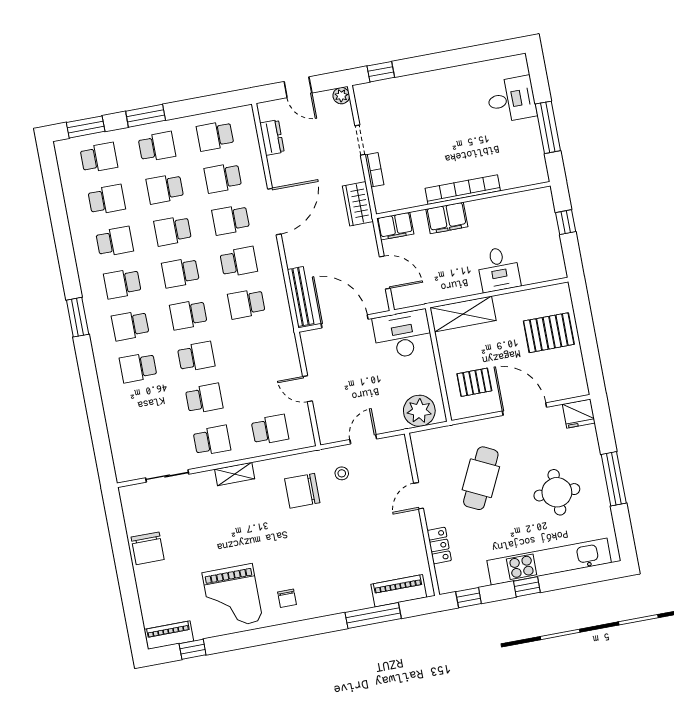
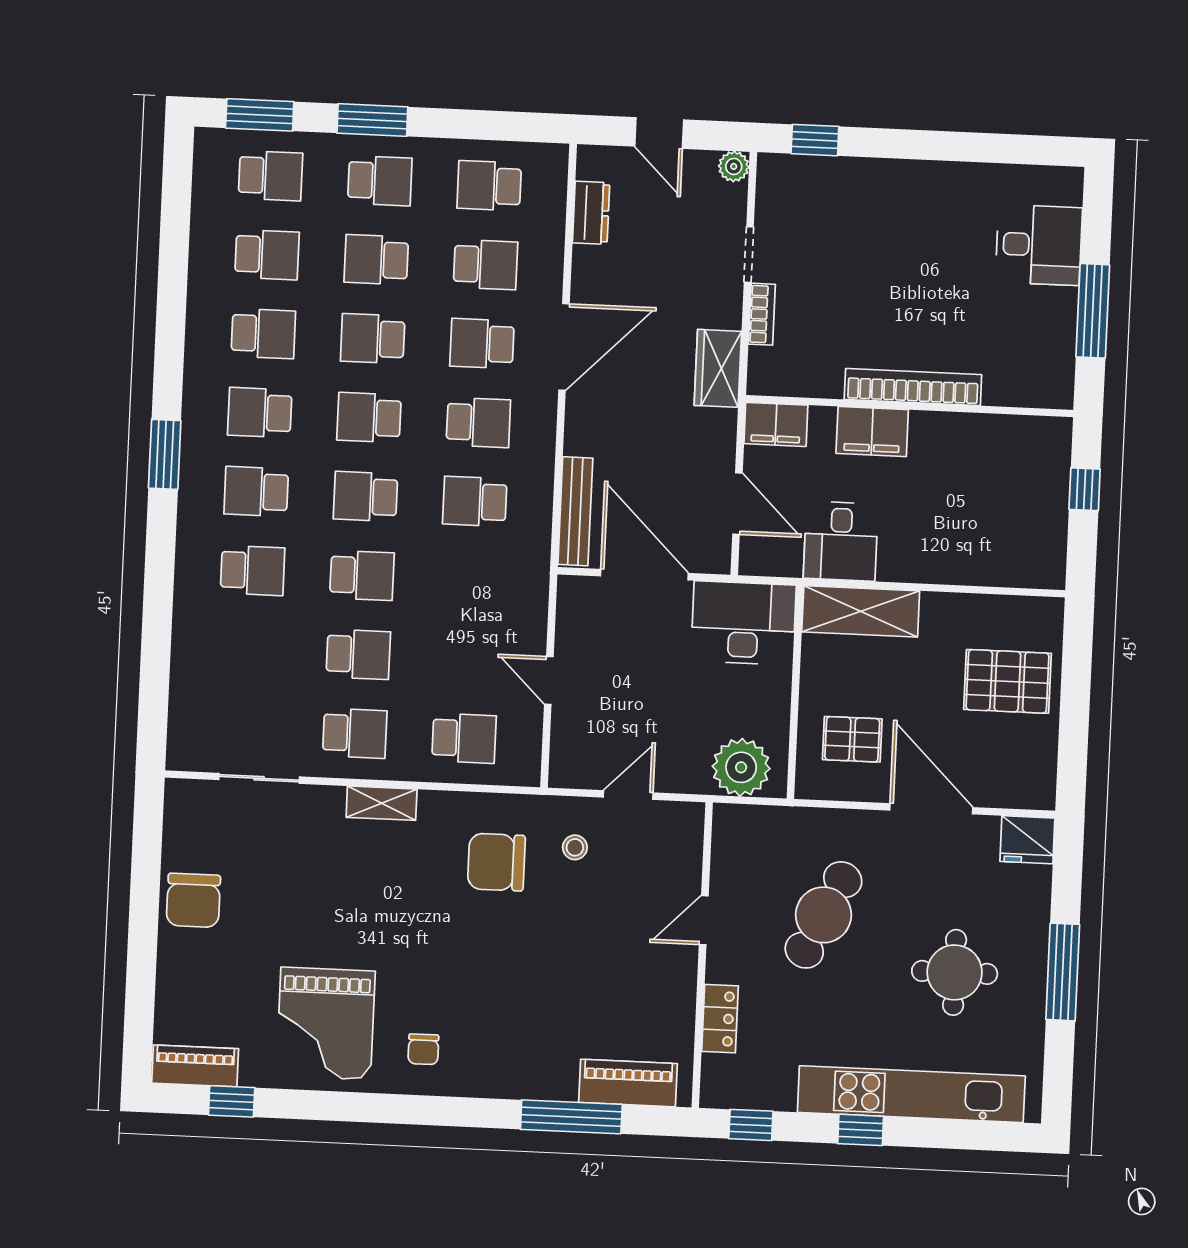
school desk: (223, 178) -> (486, 265), turned 180
desk: (499, 269) -> (841, 541), moved
school desk: (138, 367) -> (253, 570), turned 180

